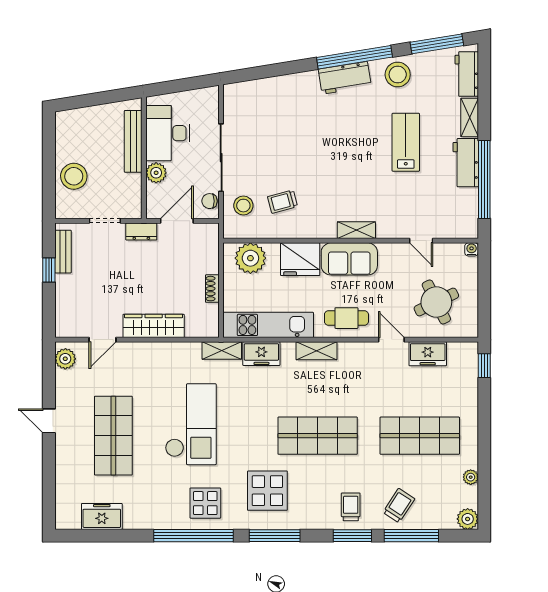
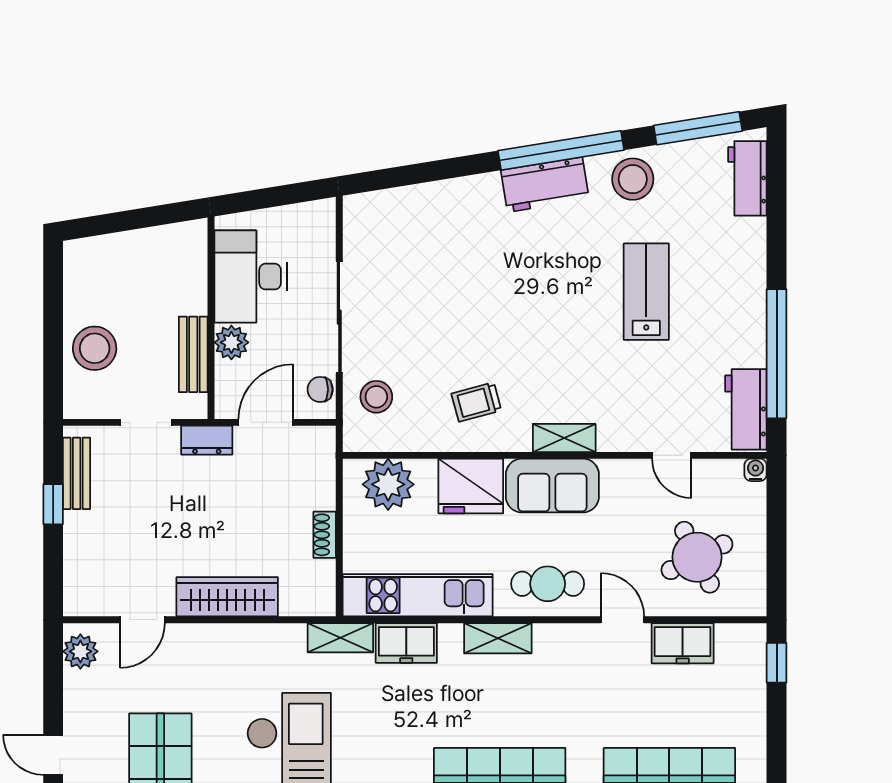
shelving: (470, 117) -> (752, 250), removed
bench: (133, 141) -> (193, 354), moved, width x0.73
workbench: (466, 163) -> (746, 409), moved
trolley: (283, 202) -> (476, 402), moved

